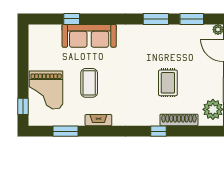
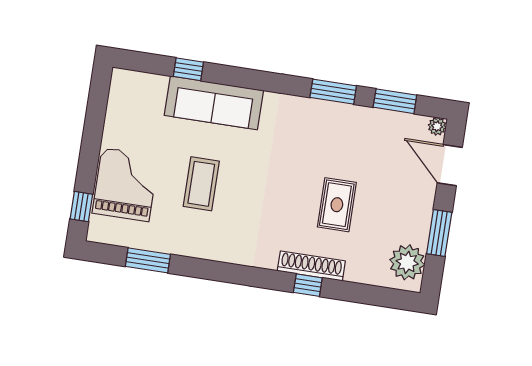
grand piano: (46, 90) -> (125, 185), turned 180
fireplace: (98, 120) -> (208, 250), removed
shoe rack: (179, 120) -> (311, 266), moved

